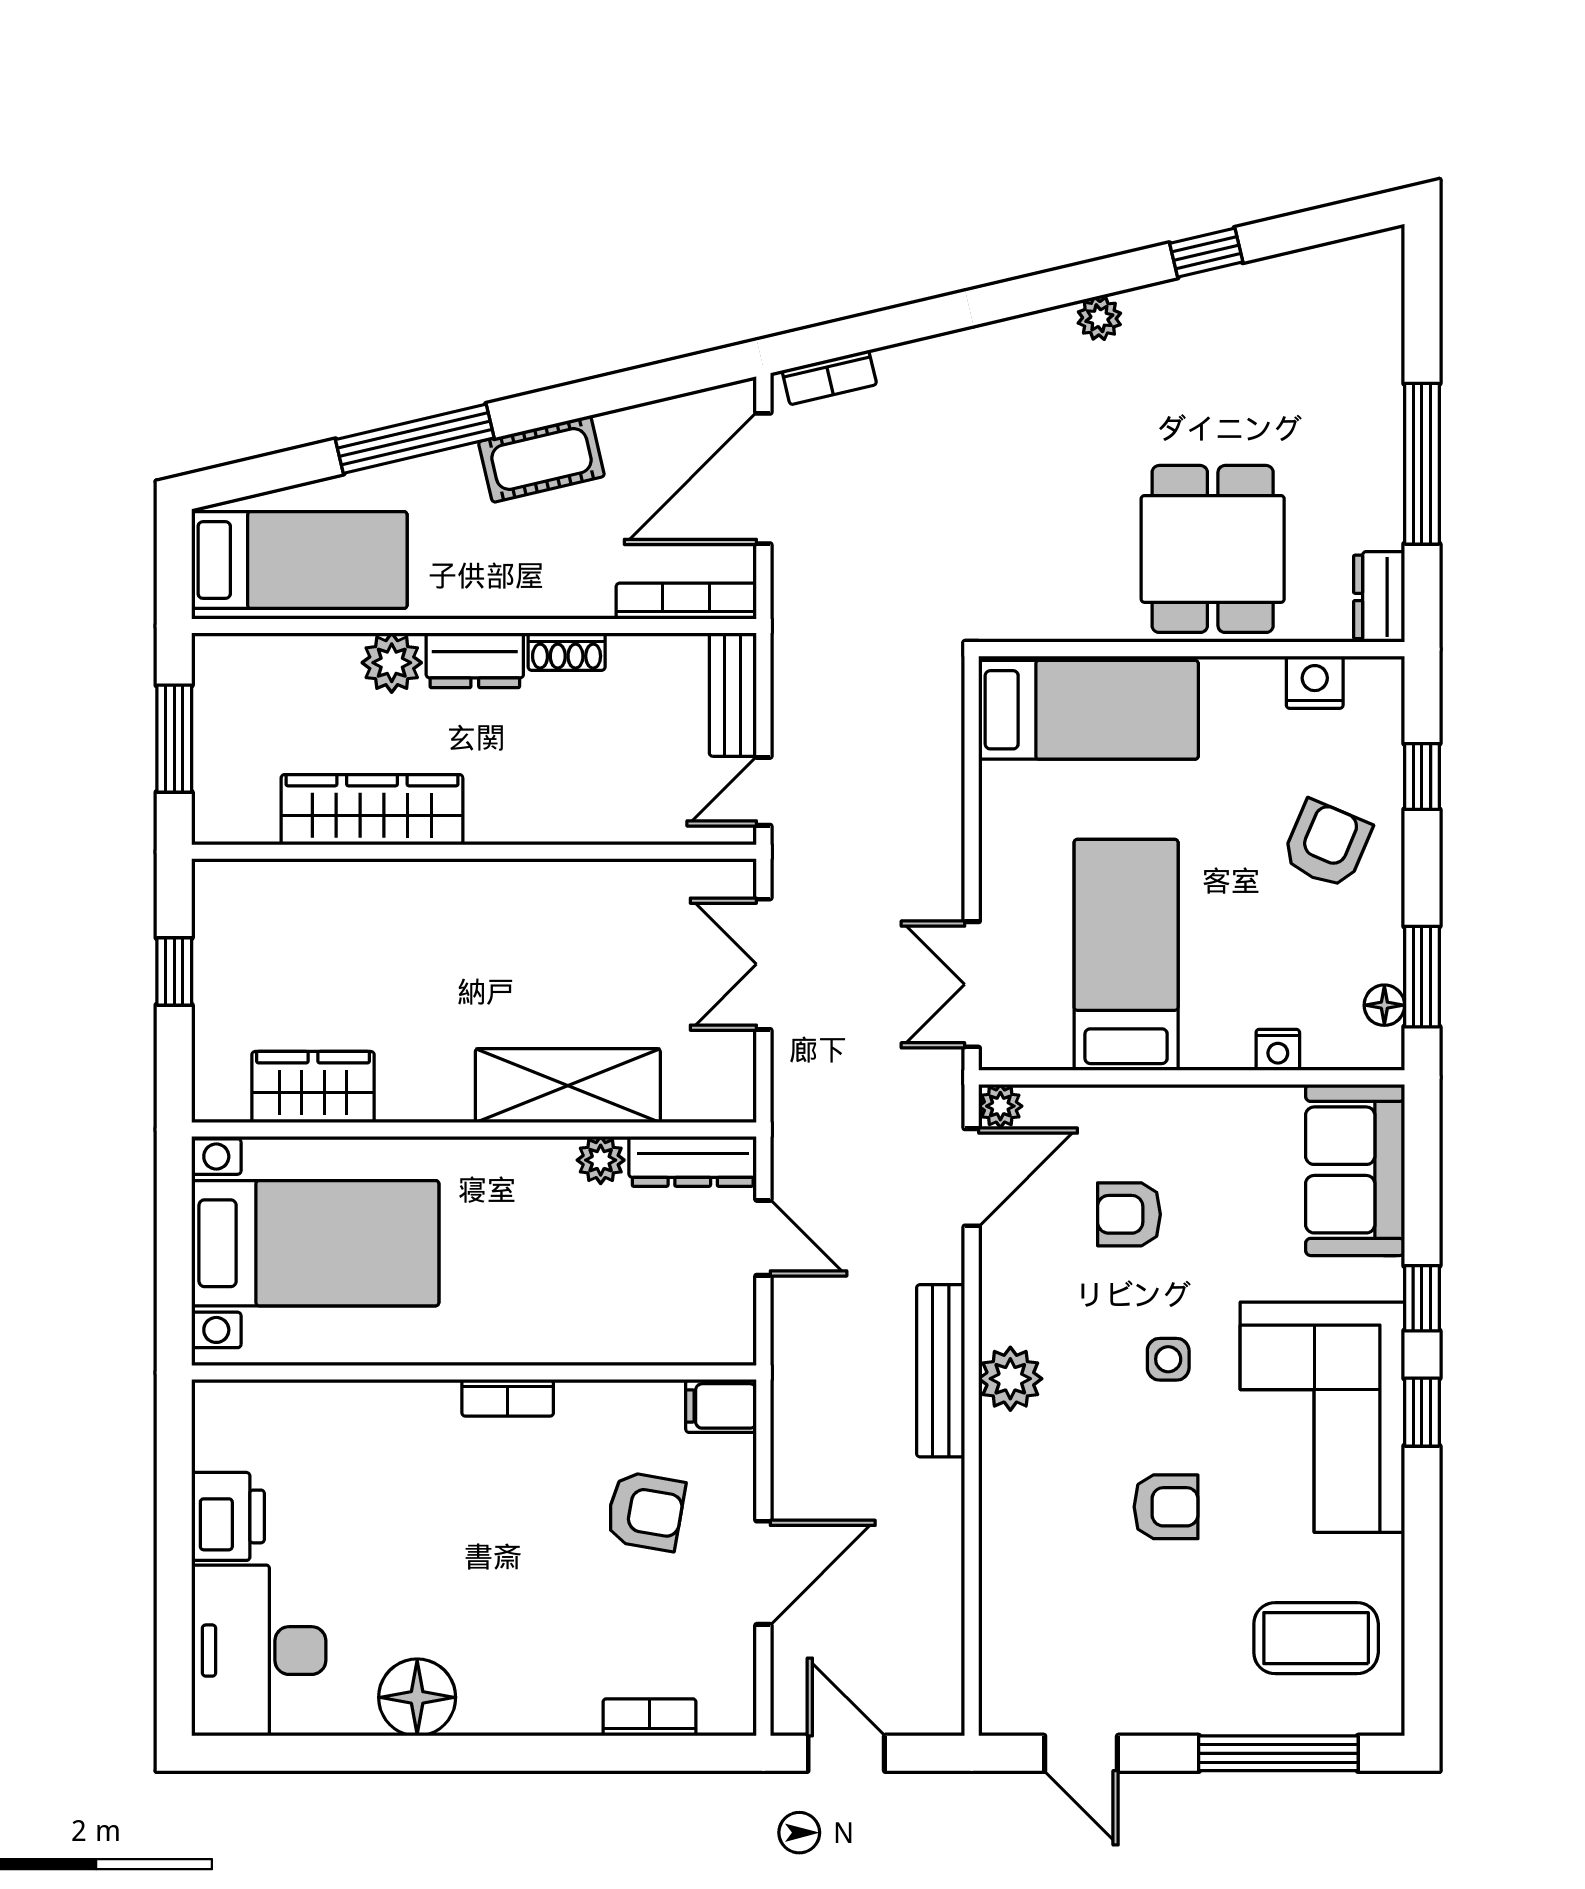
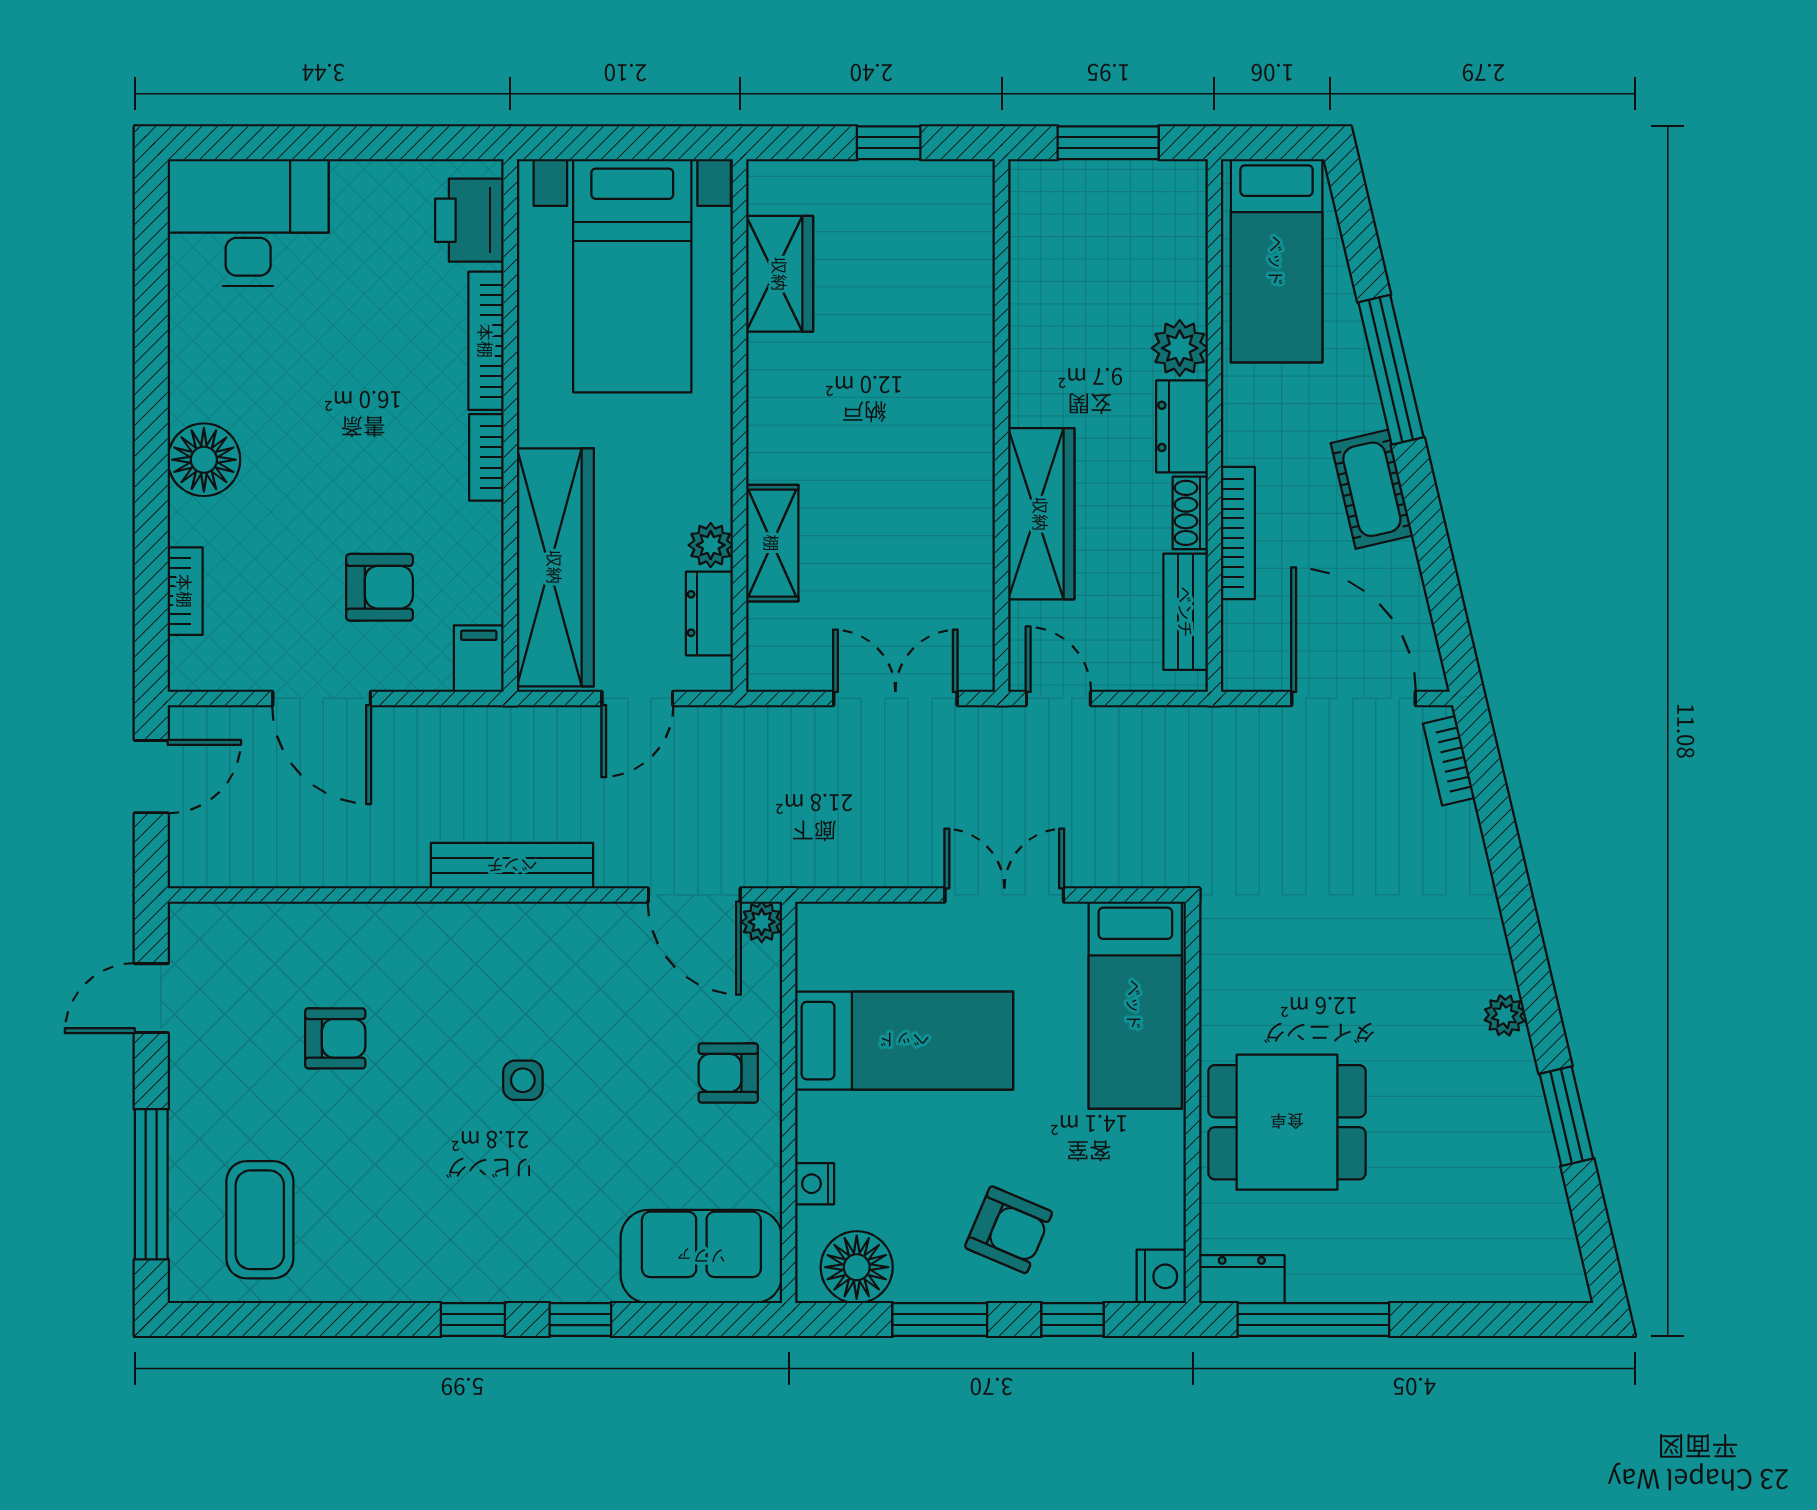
window: (1206, 253) -> (1566, 1116), width x1.50
window: (1422, 464) -> (1313, 1320), moved
bookcase: (686, 601) -> (1238, 533), moved
nightstand: (1315, 682) -> (1161, 1276), moved
bench: (733, 695) -> (1186, 612), moved, turned 90
wardrobe: (372, 810) -> (1041, 514), moved
window: (1422, 977) -> (940, 1320), moved
double door: (972, 984) -> (1004, 895), moved
floor lamp: (1384, 1005) -> (857, 1267), width x1.89, depth x1.89
shelving: (568, 1086) -> (772, 543), width x0.67, depth x0.75
dresser: (693, 1161) -> (709, 614), width x0.70
armchair: (1129, 1214) -> (728, 1073), moved, turned -90
wardrobe: (624, 1325) -> (555, 567), added
plant: (1010, 1379) -> (504, 931), removed
bookcase: (384, 1398) -> (486, 341), added
corner sofa: (1322, 1417) -> (468, 1226), removed
armchair: (1166, 1507) -> (335, 1038), moved, turned -90
armchair: (645, 1511) -> (380, 587), turned -100
printer: (228, 1516) -> (469, 220), moved, turned 90
floor lamp: (417, 1697) -> (204, 460), moved

